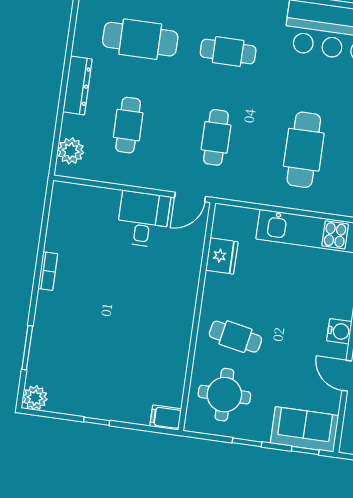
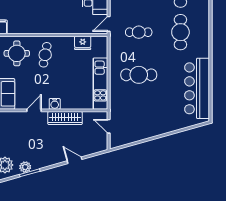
cafe table: (228, 52) -> (180, 32), width x1.37, depth x1.35
door: (190, 197) -> (109, 24), hinge flipped

